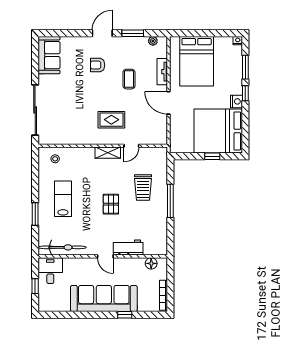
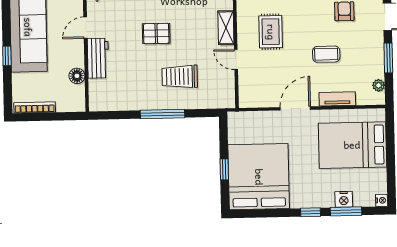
nightstand: (236, 101) -> (344, 199), moved
floor lamp: (151, 263) -> (77, 76), moved

